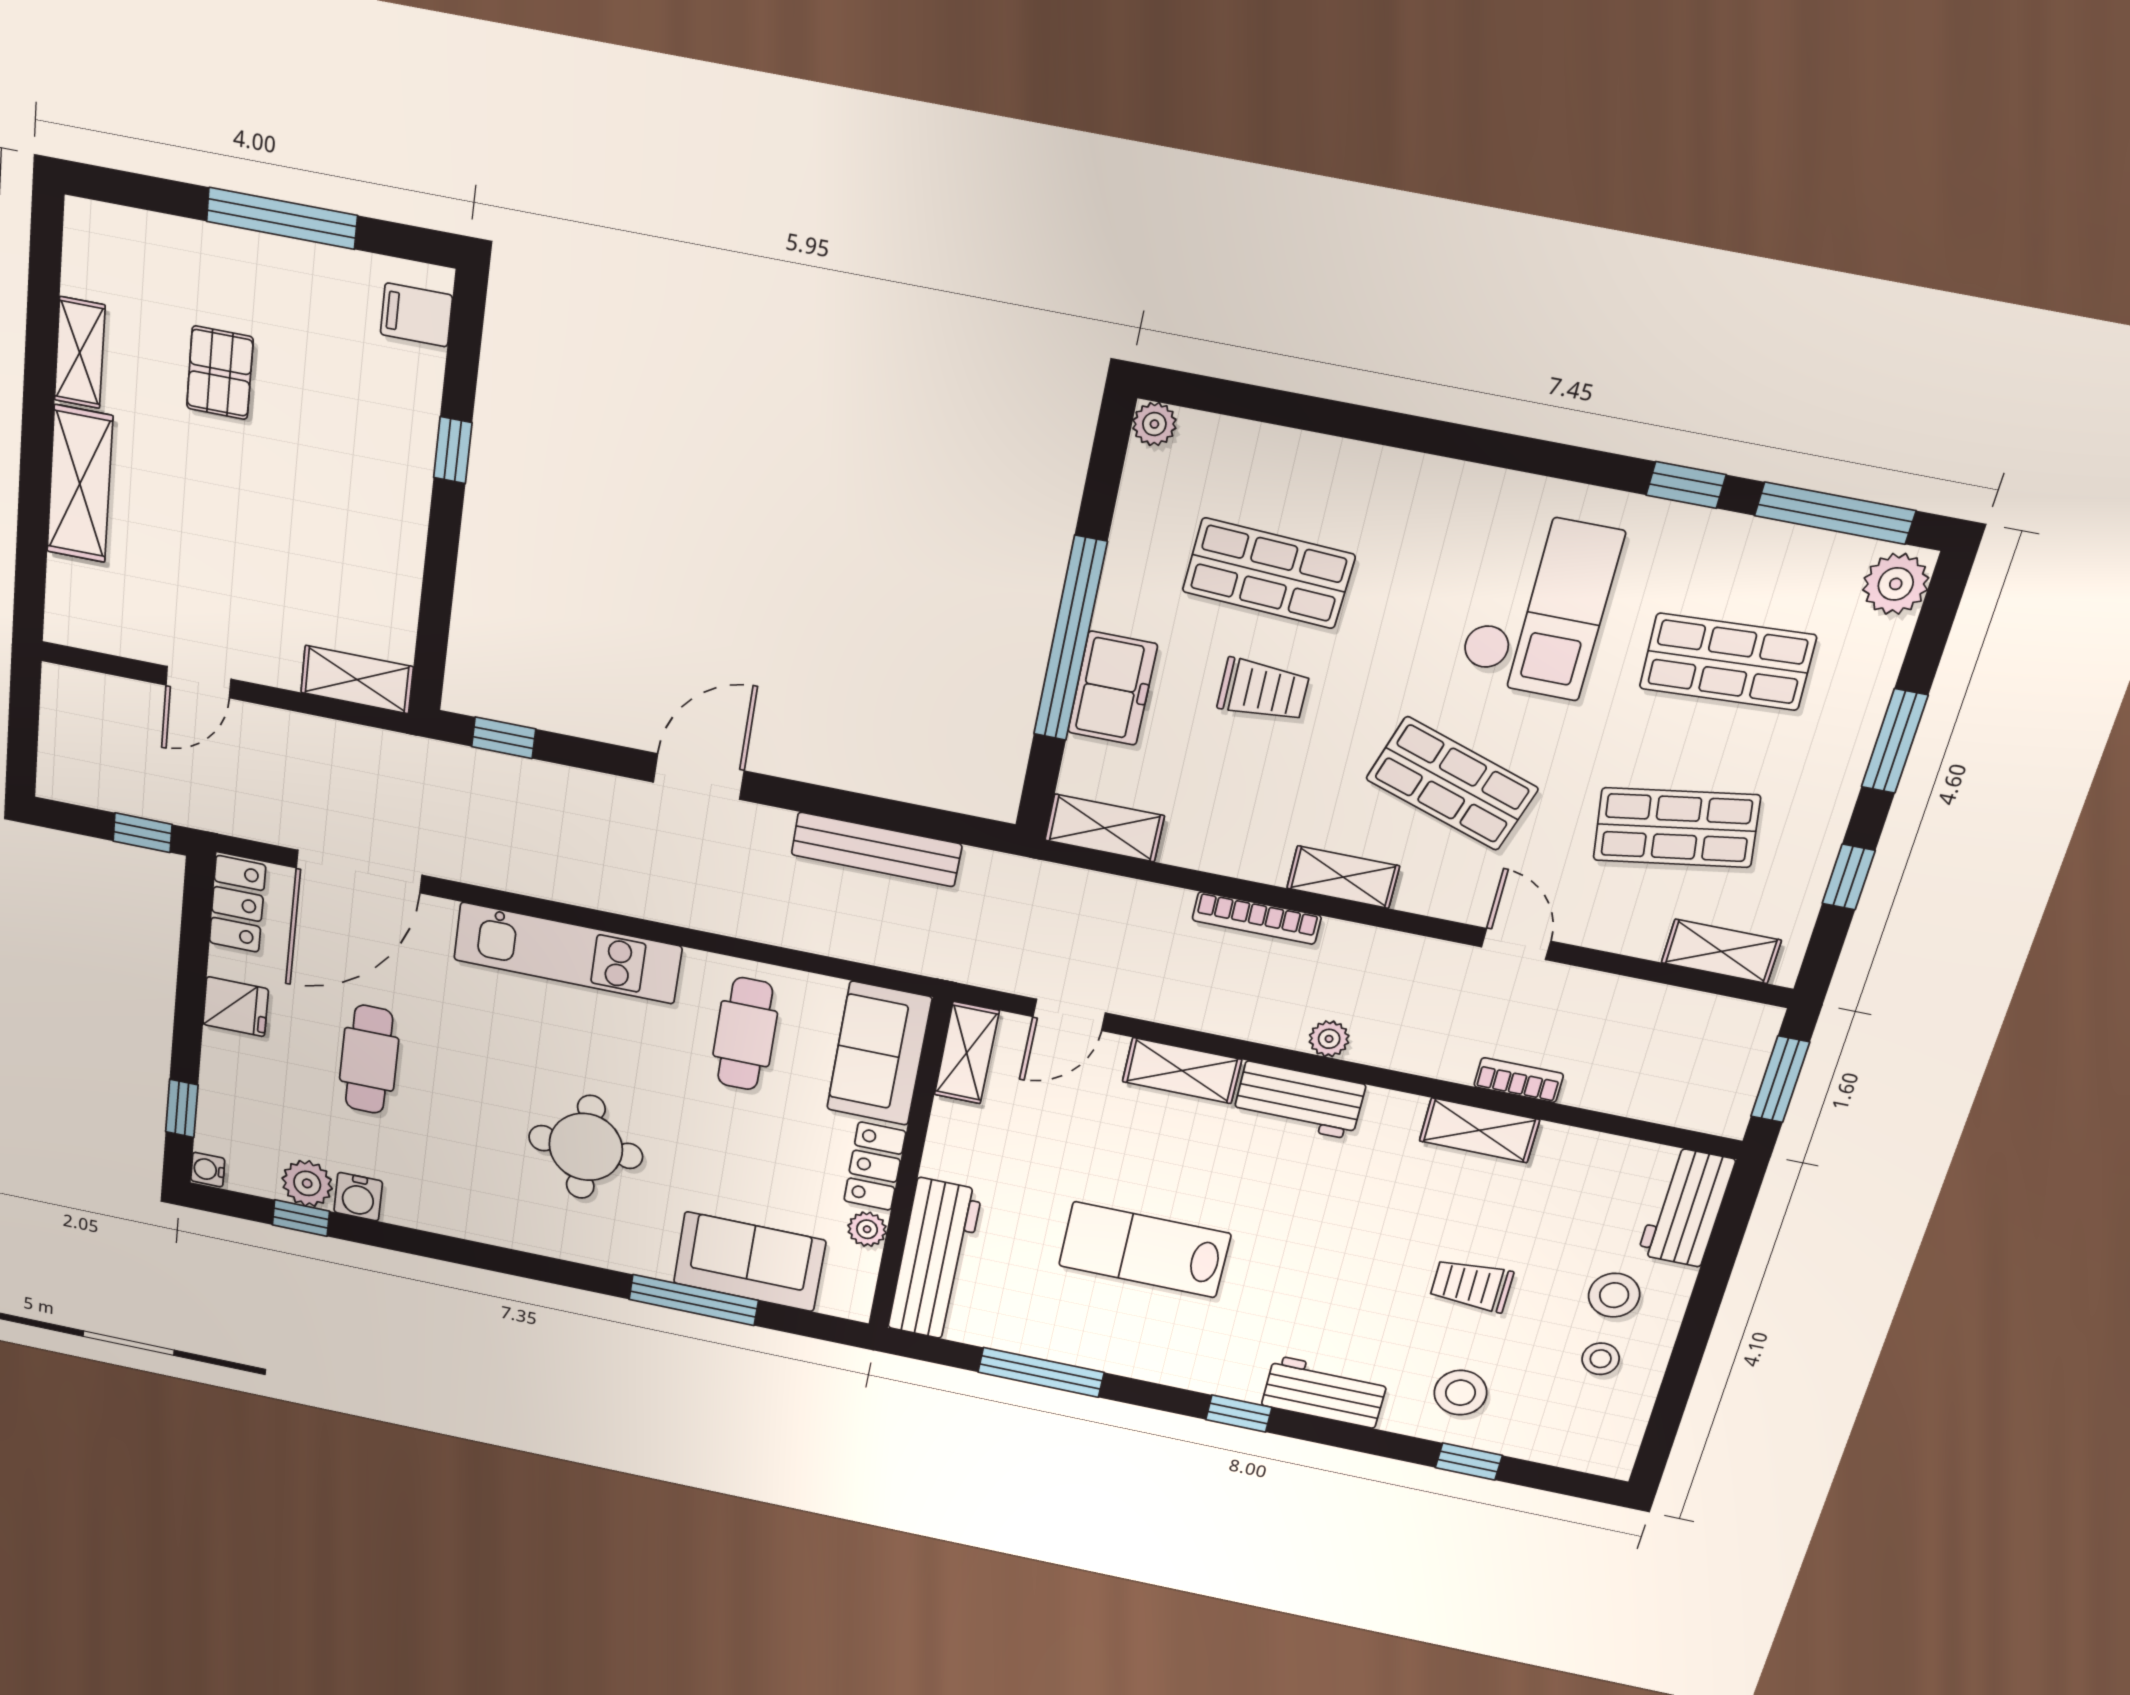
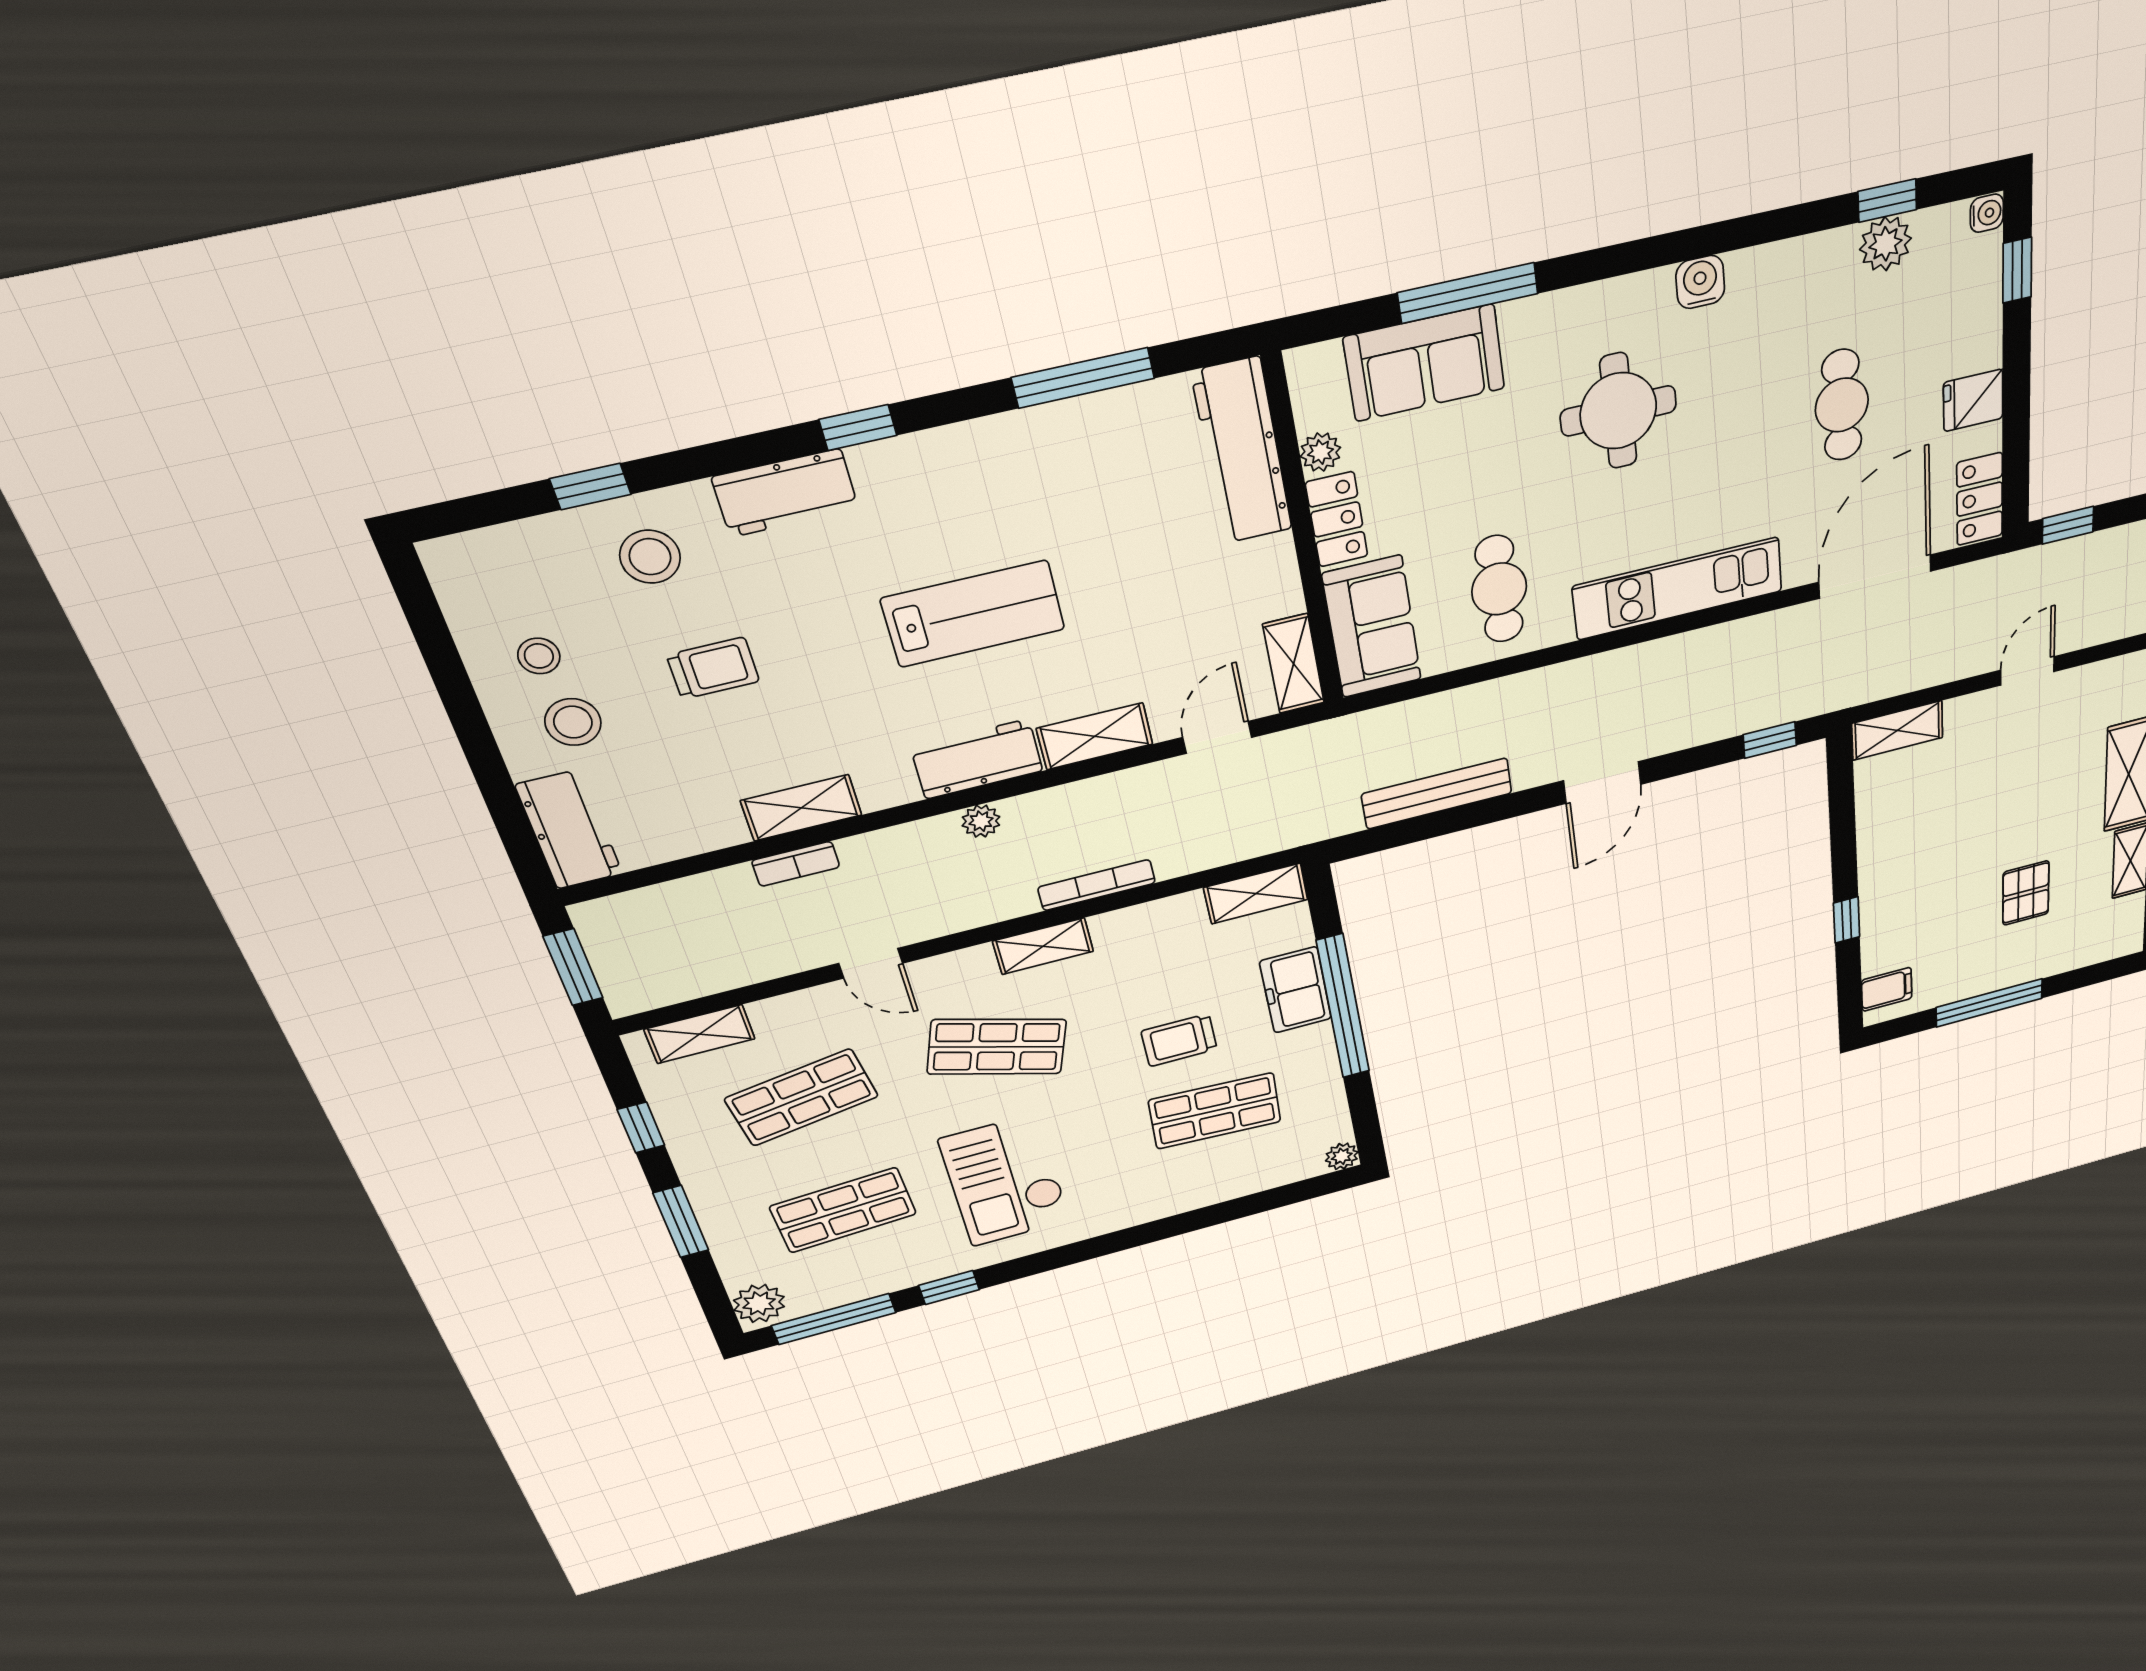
water cooler: (358, 1197) -> (1700, 282), moved
lab bench: (1145, 1250) -> (973, 614), moved

